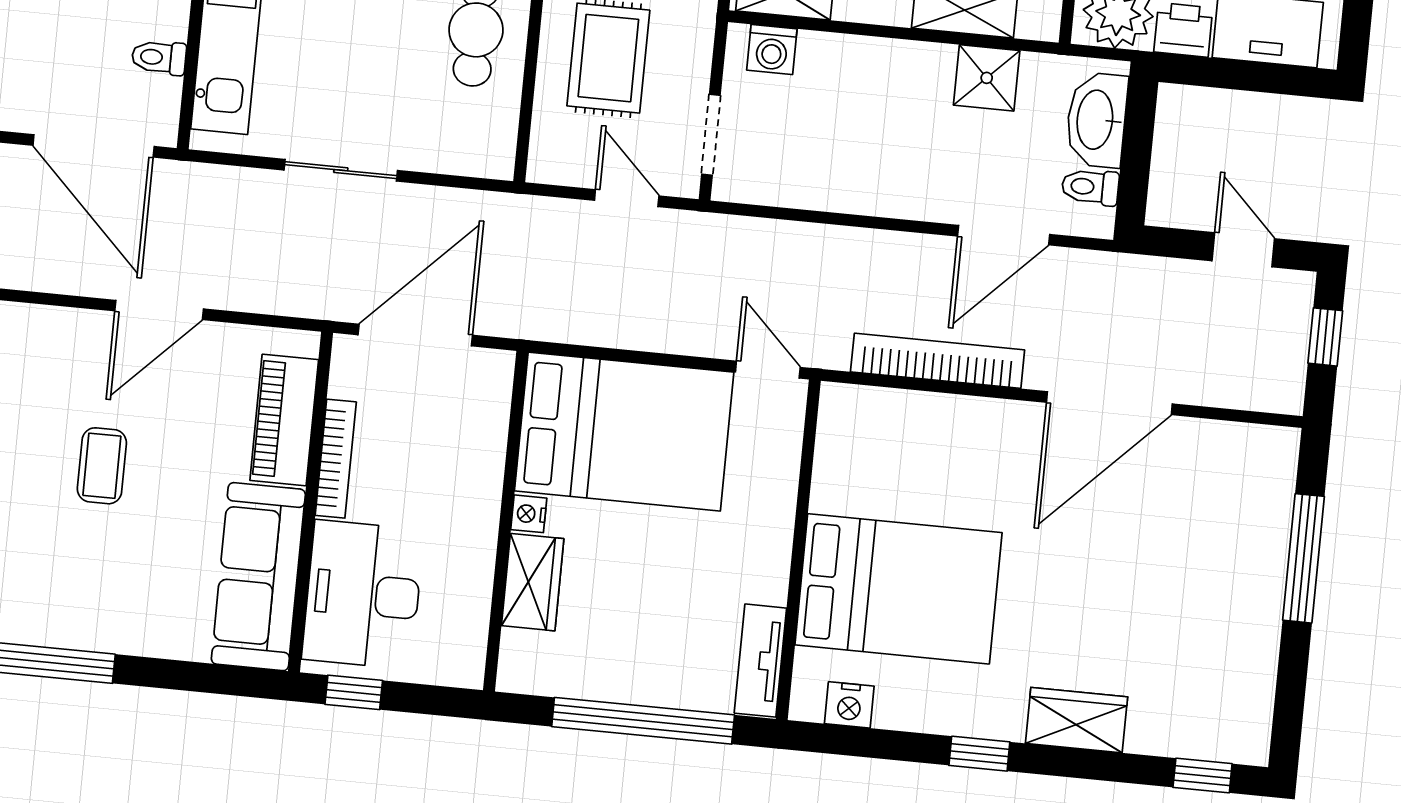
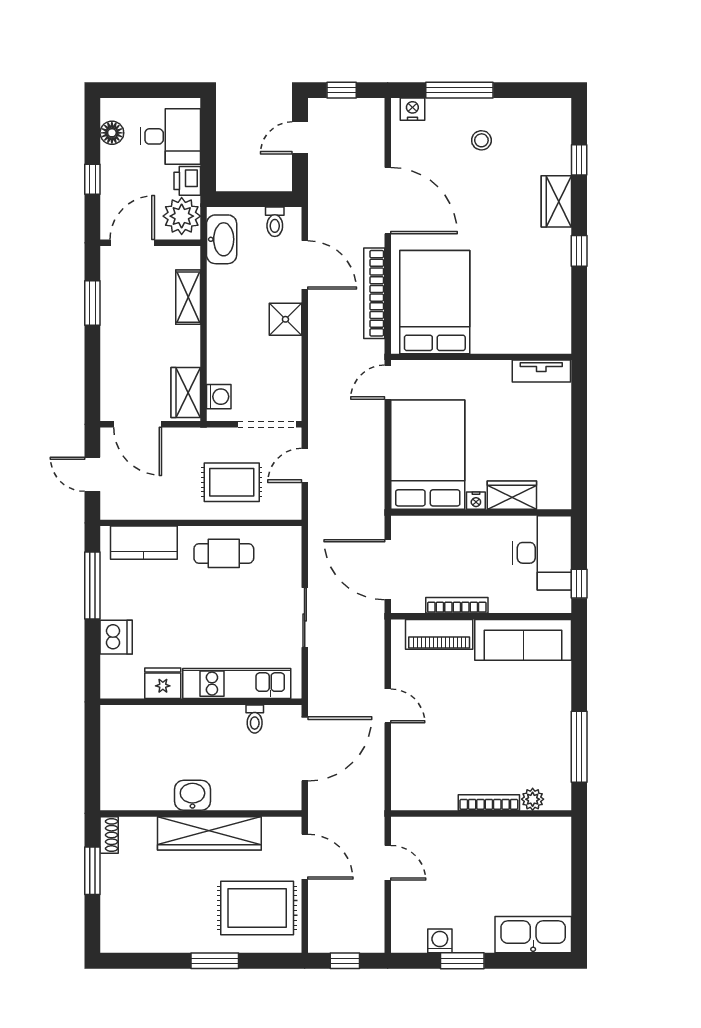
shower: (987, 78) -> (285, 319), moved
washbasin: (1097, 120) -> (222, 239), moved, turned -90
doorway: (711, 135) -> (267, 424), width x1.38
door: (159, 310) -> (388, 706), width x0.73
coffee table: (102, 466) -> (473, 728), removed
bed: (899, 589) -> (435, 302), moved
stool: (1205, 591) -> (481, 140), added
desk: (363, 595) -> (542, 553), moved, turned -90
nightstand: (849, 705) -> (412, 109), moved, turned -90
window: (643, 721) -> (579, 430), removed
window: (1203, 776) -> (579, 160), moved

